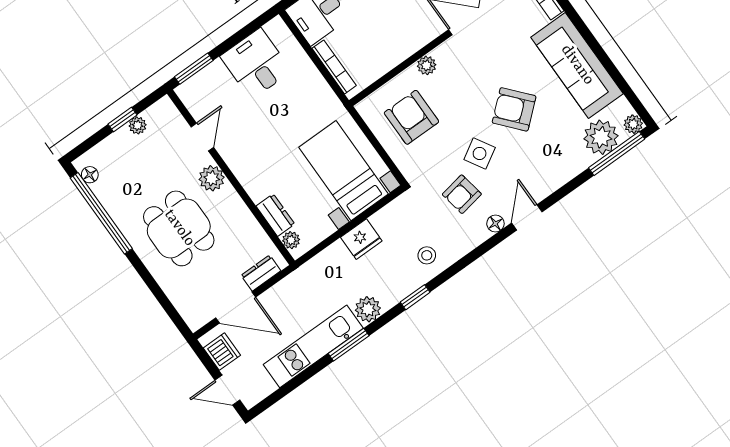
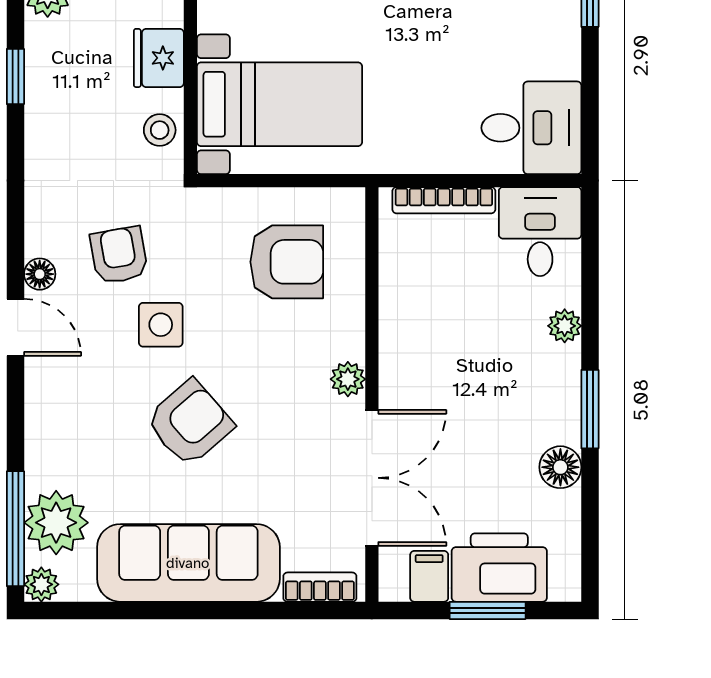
desk: (256, 64) -> (531, 128), moved
plant: (427, 65) -> (348, 379), moved
side table: (480, 153) -> (161, 325), turned 31
stool: (427, 255) -> (160, 130), moved

